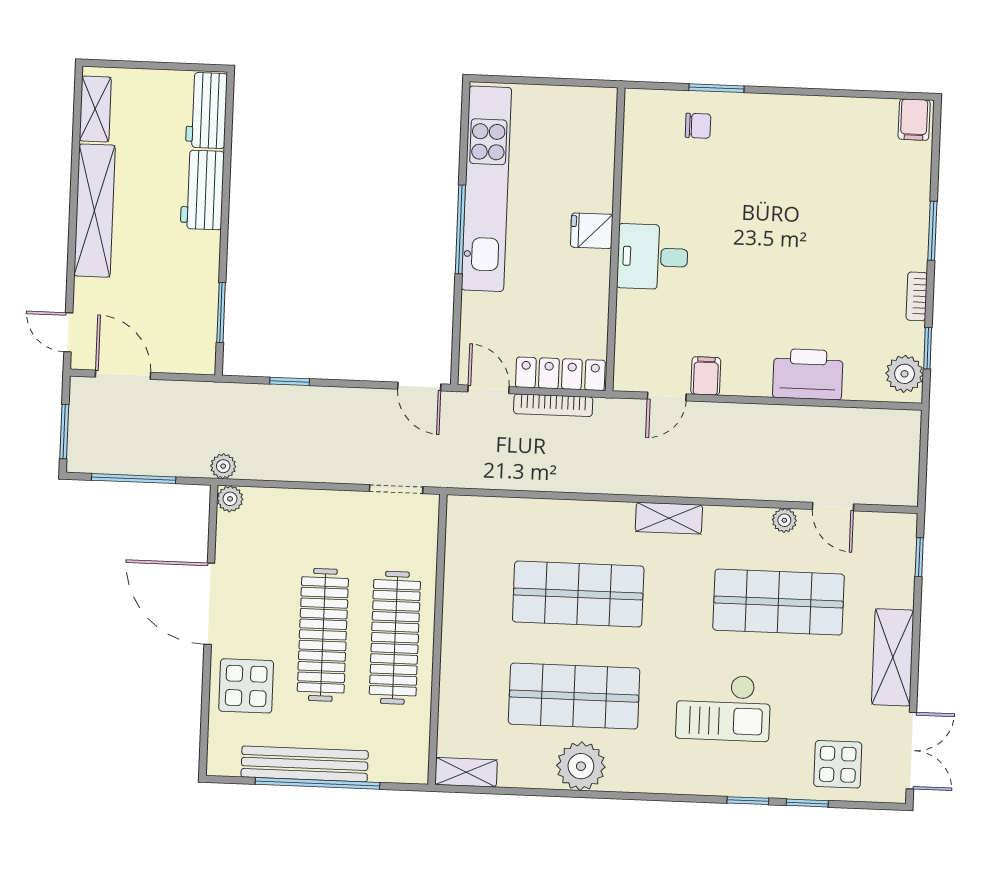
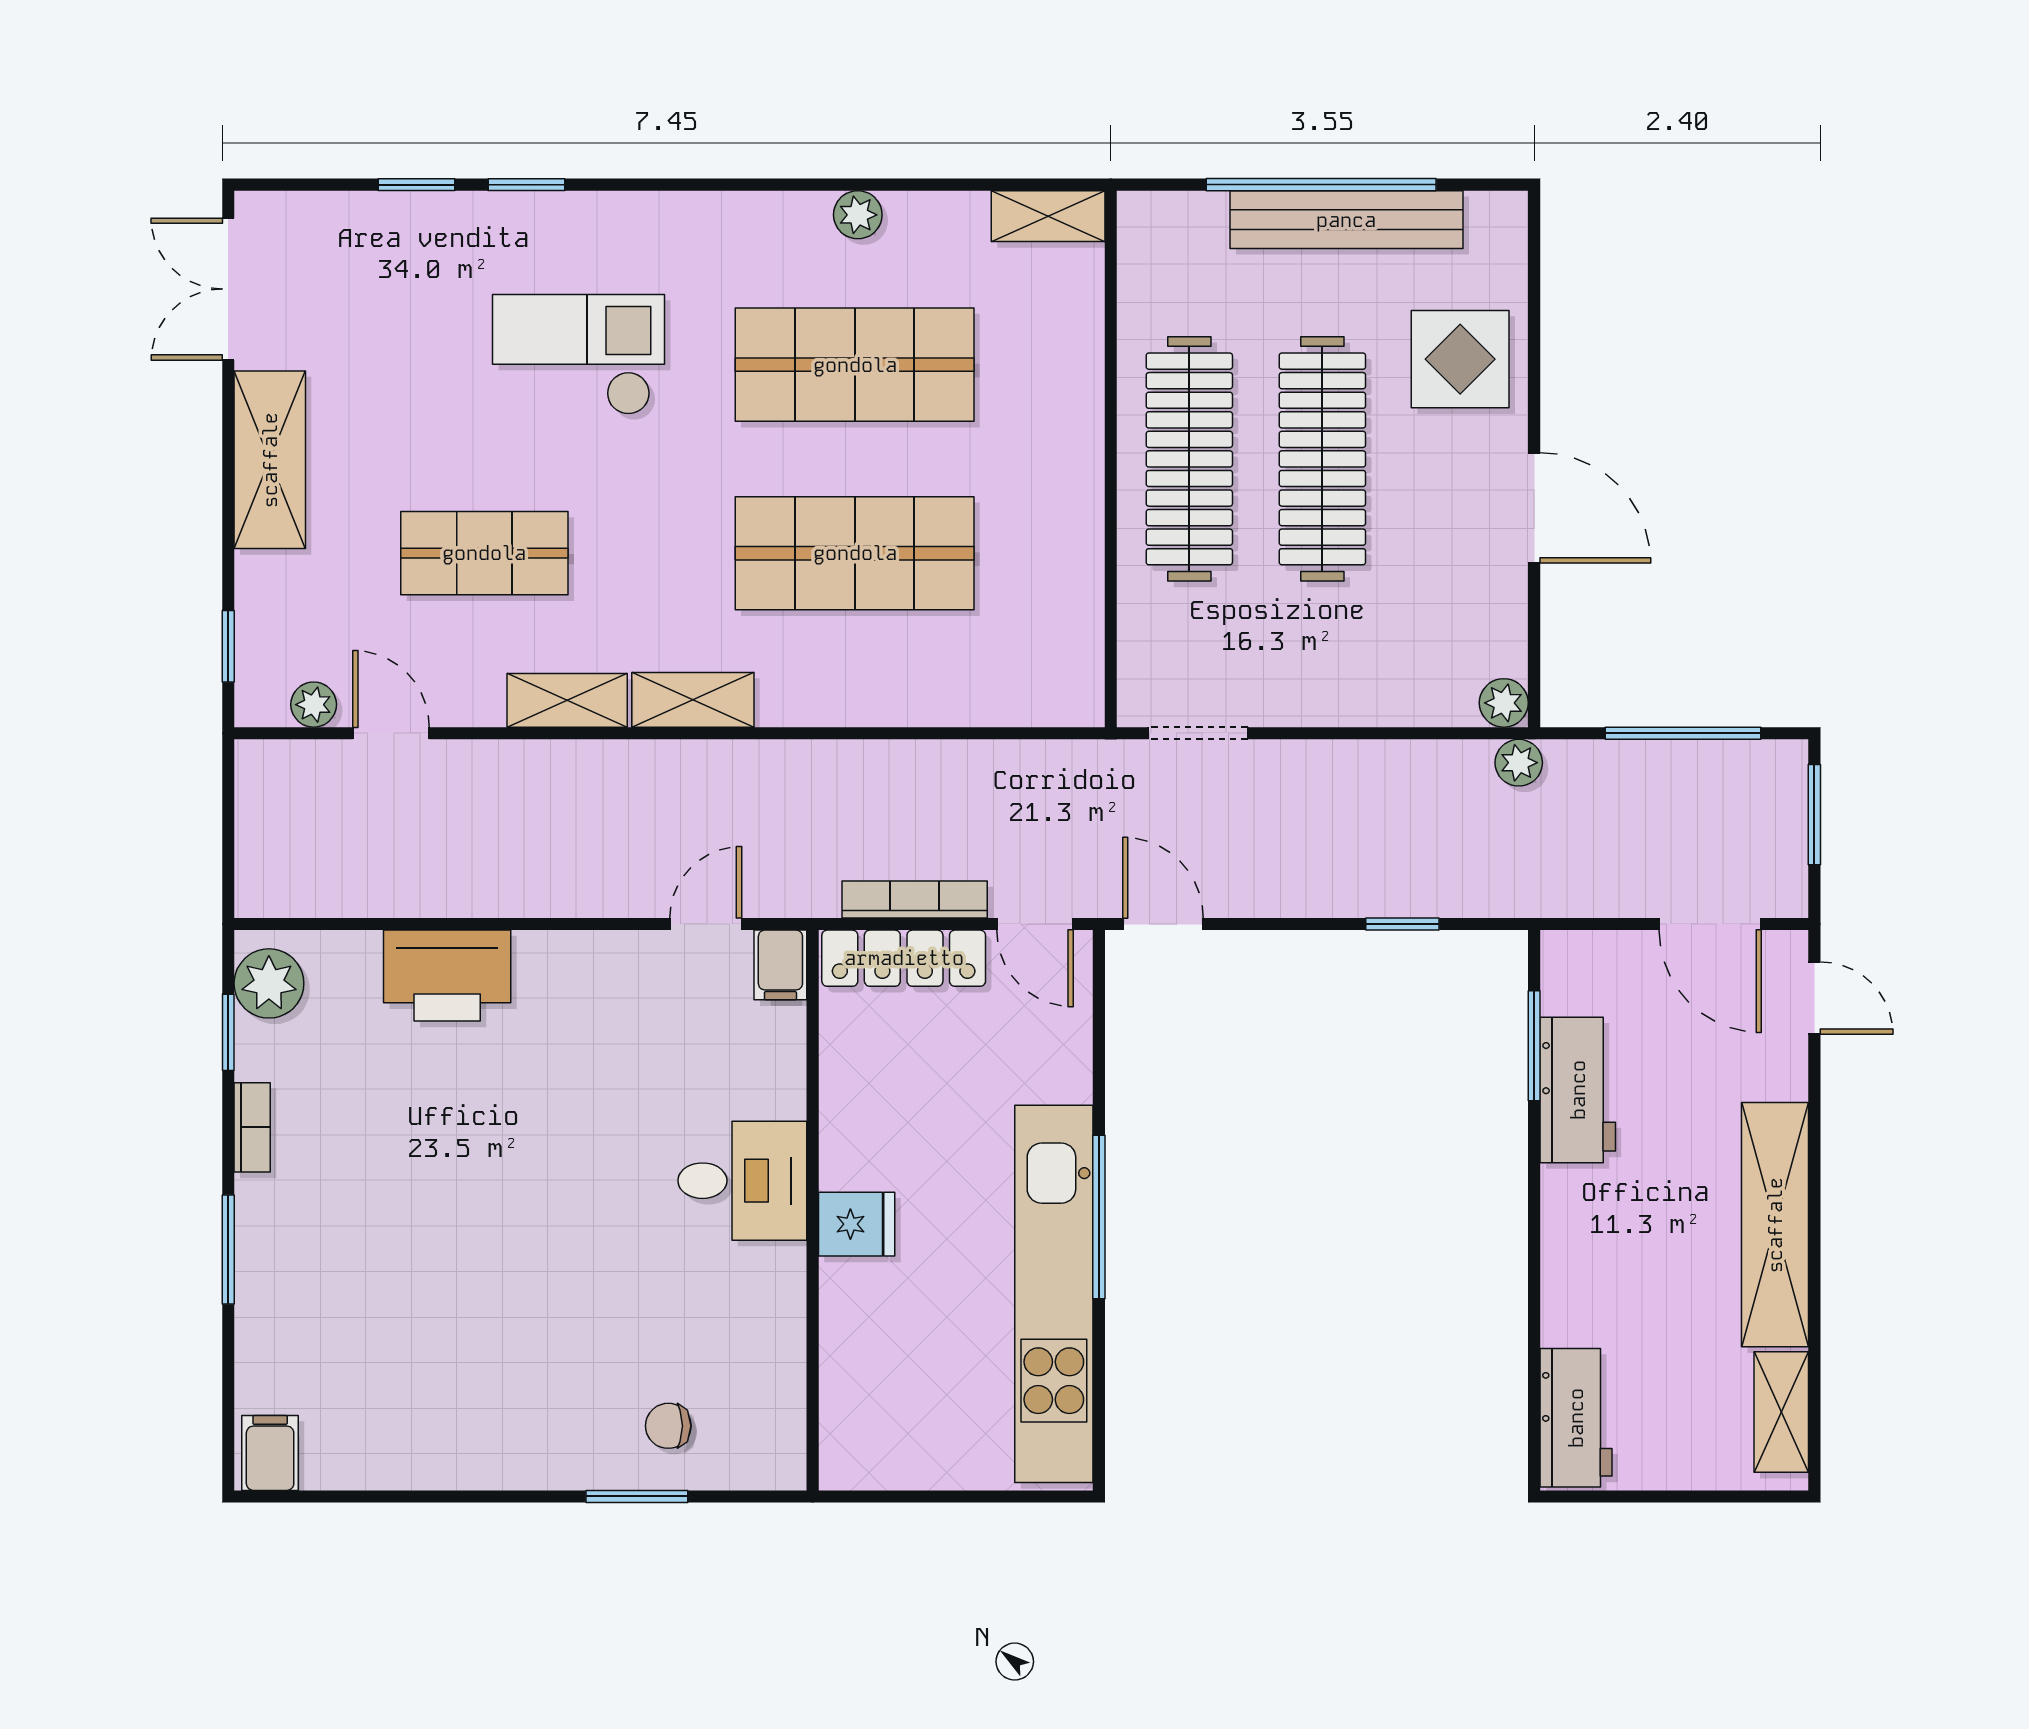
workbench: (202, 190) -> (1578, 1090), moved
filing cabinet: (706, 376) -> (780, 965), moved
plant: (784, 520) -> (314, 705), moved
shelving: (737, 521) -> (567, 700), added
shop shelf: (779, 602) -> (484, 553), width x0.70, depth x0.74
door: (209, 604) -> (1534, 508), width x0.73
display table: (838, 764) -> (363, 258), removed
plant: (581, 766) -> (858, 215), width x0.53, depth x0.53

